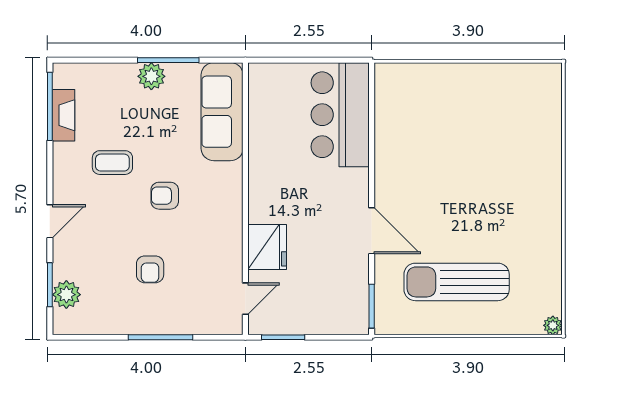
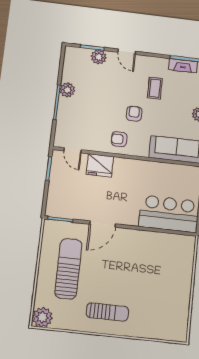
sun lounger: (524, 206) -> (107, 312), added
armchair: (150, 269) -> (119, 139), moved
plant: (66, 295) -> (99, 57), moved
plant: (135, 321) -> (67, 90), added
plant: (553, 325) -> (42, 317), width x1.87, depth x1.87

